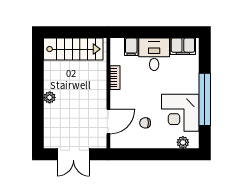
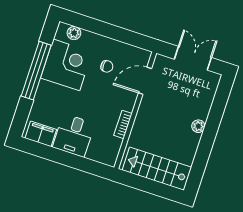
filing cabinet: (131, 47) -> (95, 151), removed

